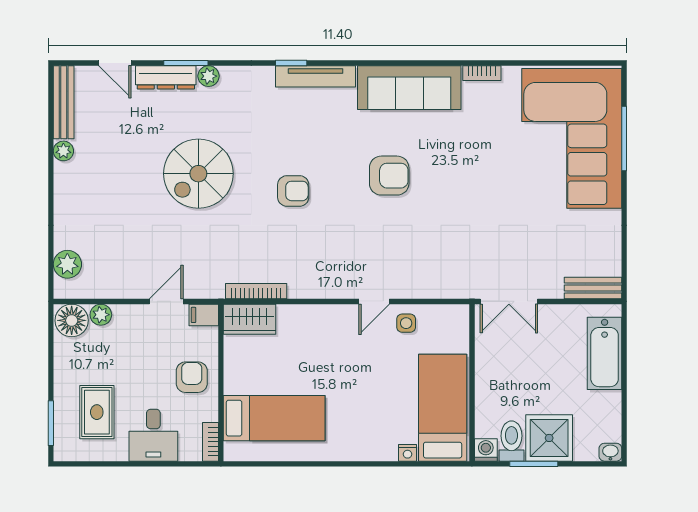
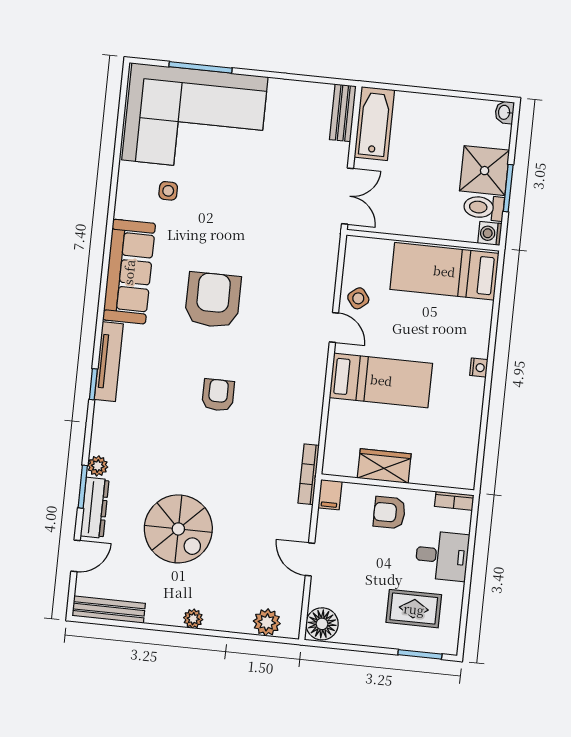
bookcase: (482, 73) -> (122, 199), removed
side table: (495, 119) -> (168, 191), added
plant: (63, 151) -> (193, 619), moved
spiral stairs: (198, 174) -> (178, 529), moved
armchair: (389, 176) -> (213, 300), width x1.36, depth x1.36
bookcase: (256, 291) -> (309, 474), moved
door: (166, 301) -> (310, 559), moved
plant: (101, 315) -> (319, 595), removed
wardrobe: (250, 319) -> (384, 466), moved, turned -90
side table: (406, 323) -> (358, 298), turned -38
bathtub: (605, 353) -> (374, 124), moved, turned -90
bed: (274, 418) -> (381, 380), moved, turned 90
nightstand: (407, 453) -> (479, 368), moved

